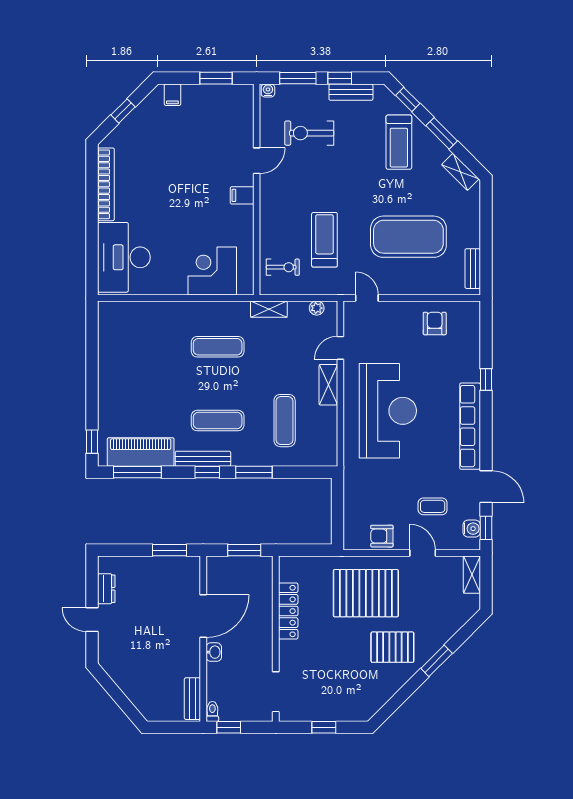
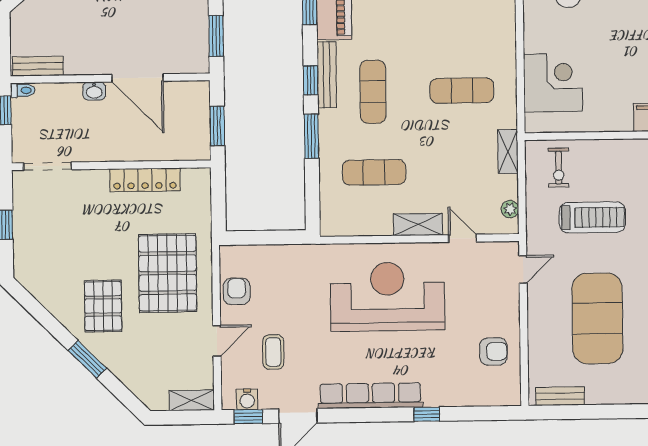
exercise mat: (218, 347) -> (462, 91), turned 90
reception desk: (388, 411) -> (388, 297), turned 180

